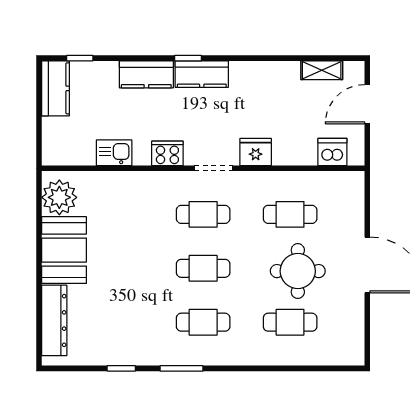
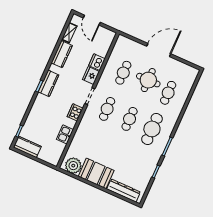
kitchen counter: (146, 74) -> (62, 54), moved
dishwasher: (332, 152) -> (97, 62), moved
cafe table: (203, 322) -> (152, 129), width x1.37, depth x1.35

